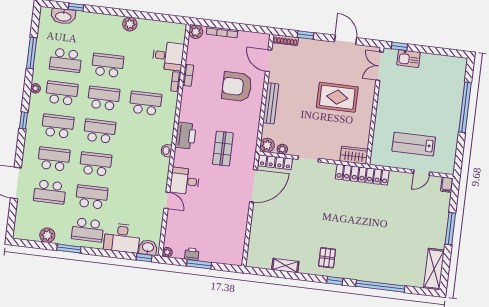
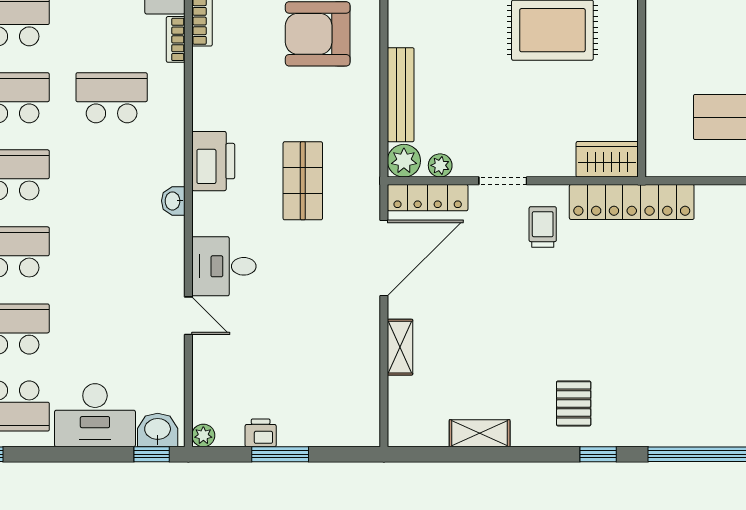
bench: (271, 103) -> (401, 95), moved
trolley: (323, 181) -> (543, 227), added
shelving: (256, 225) -> (400, 347), added

